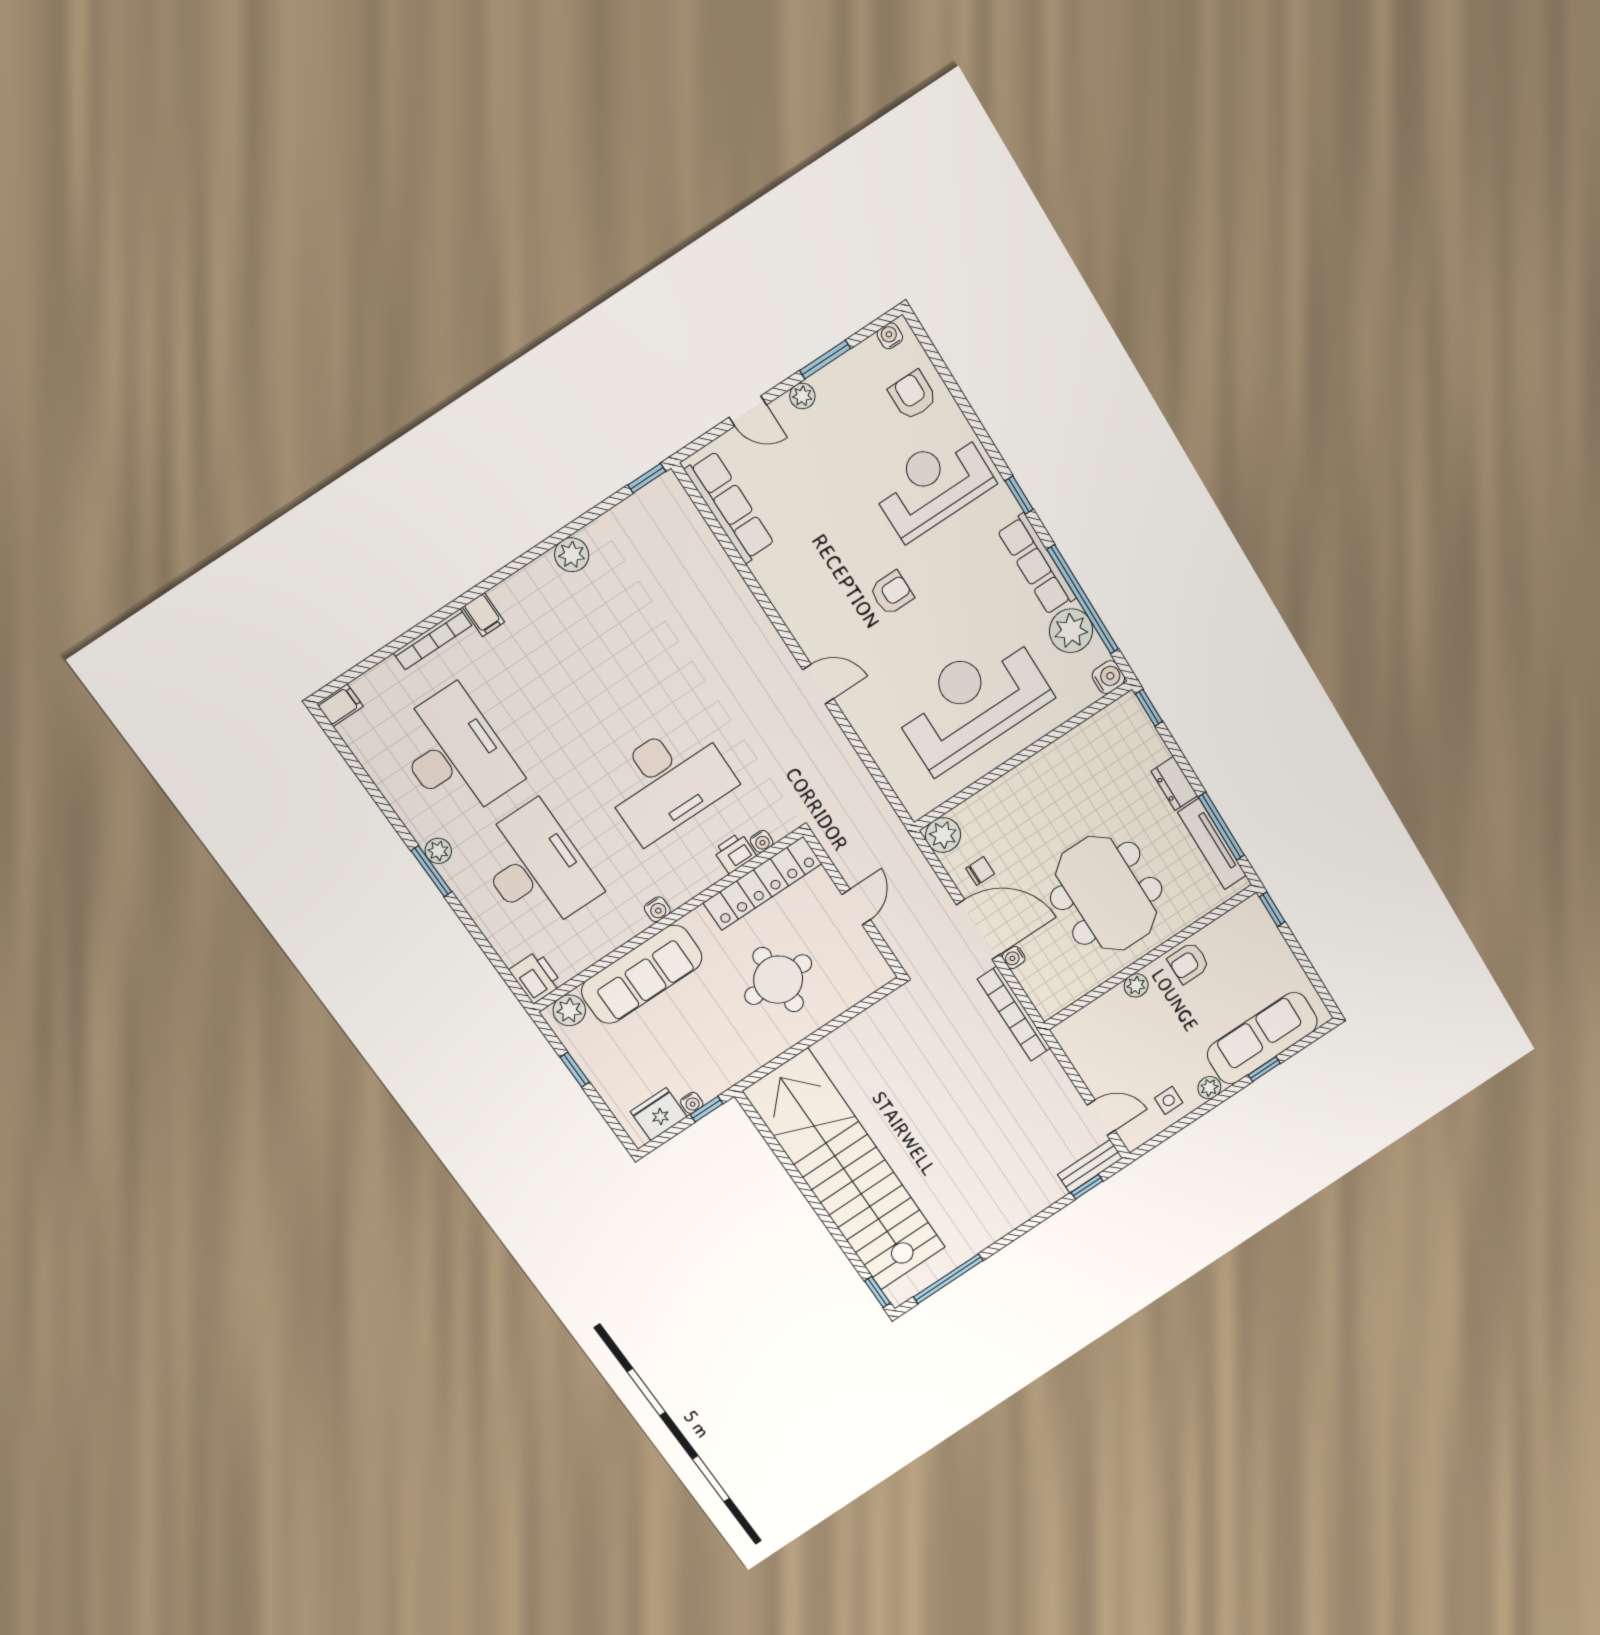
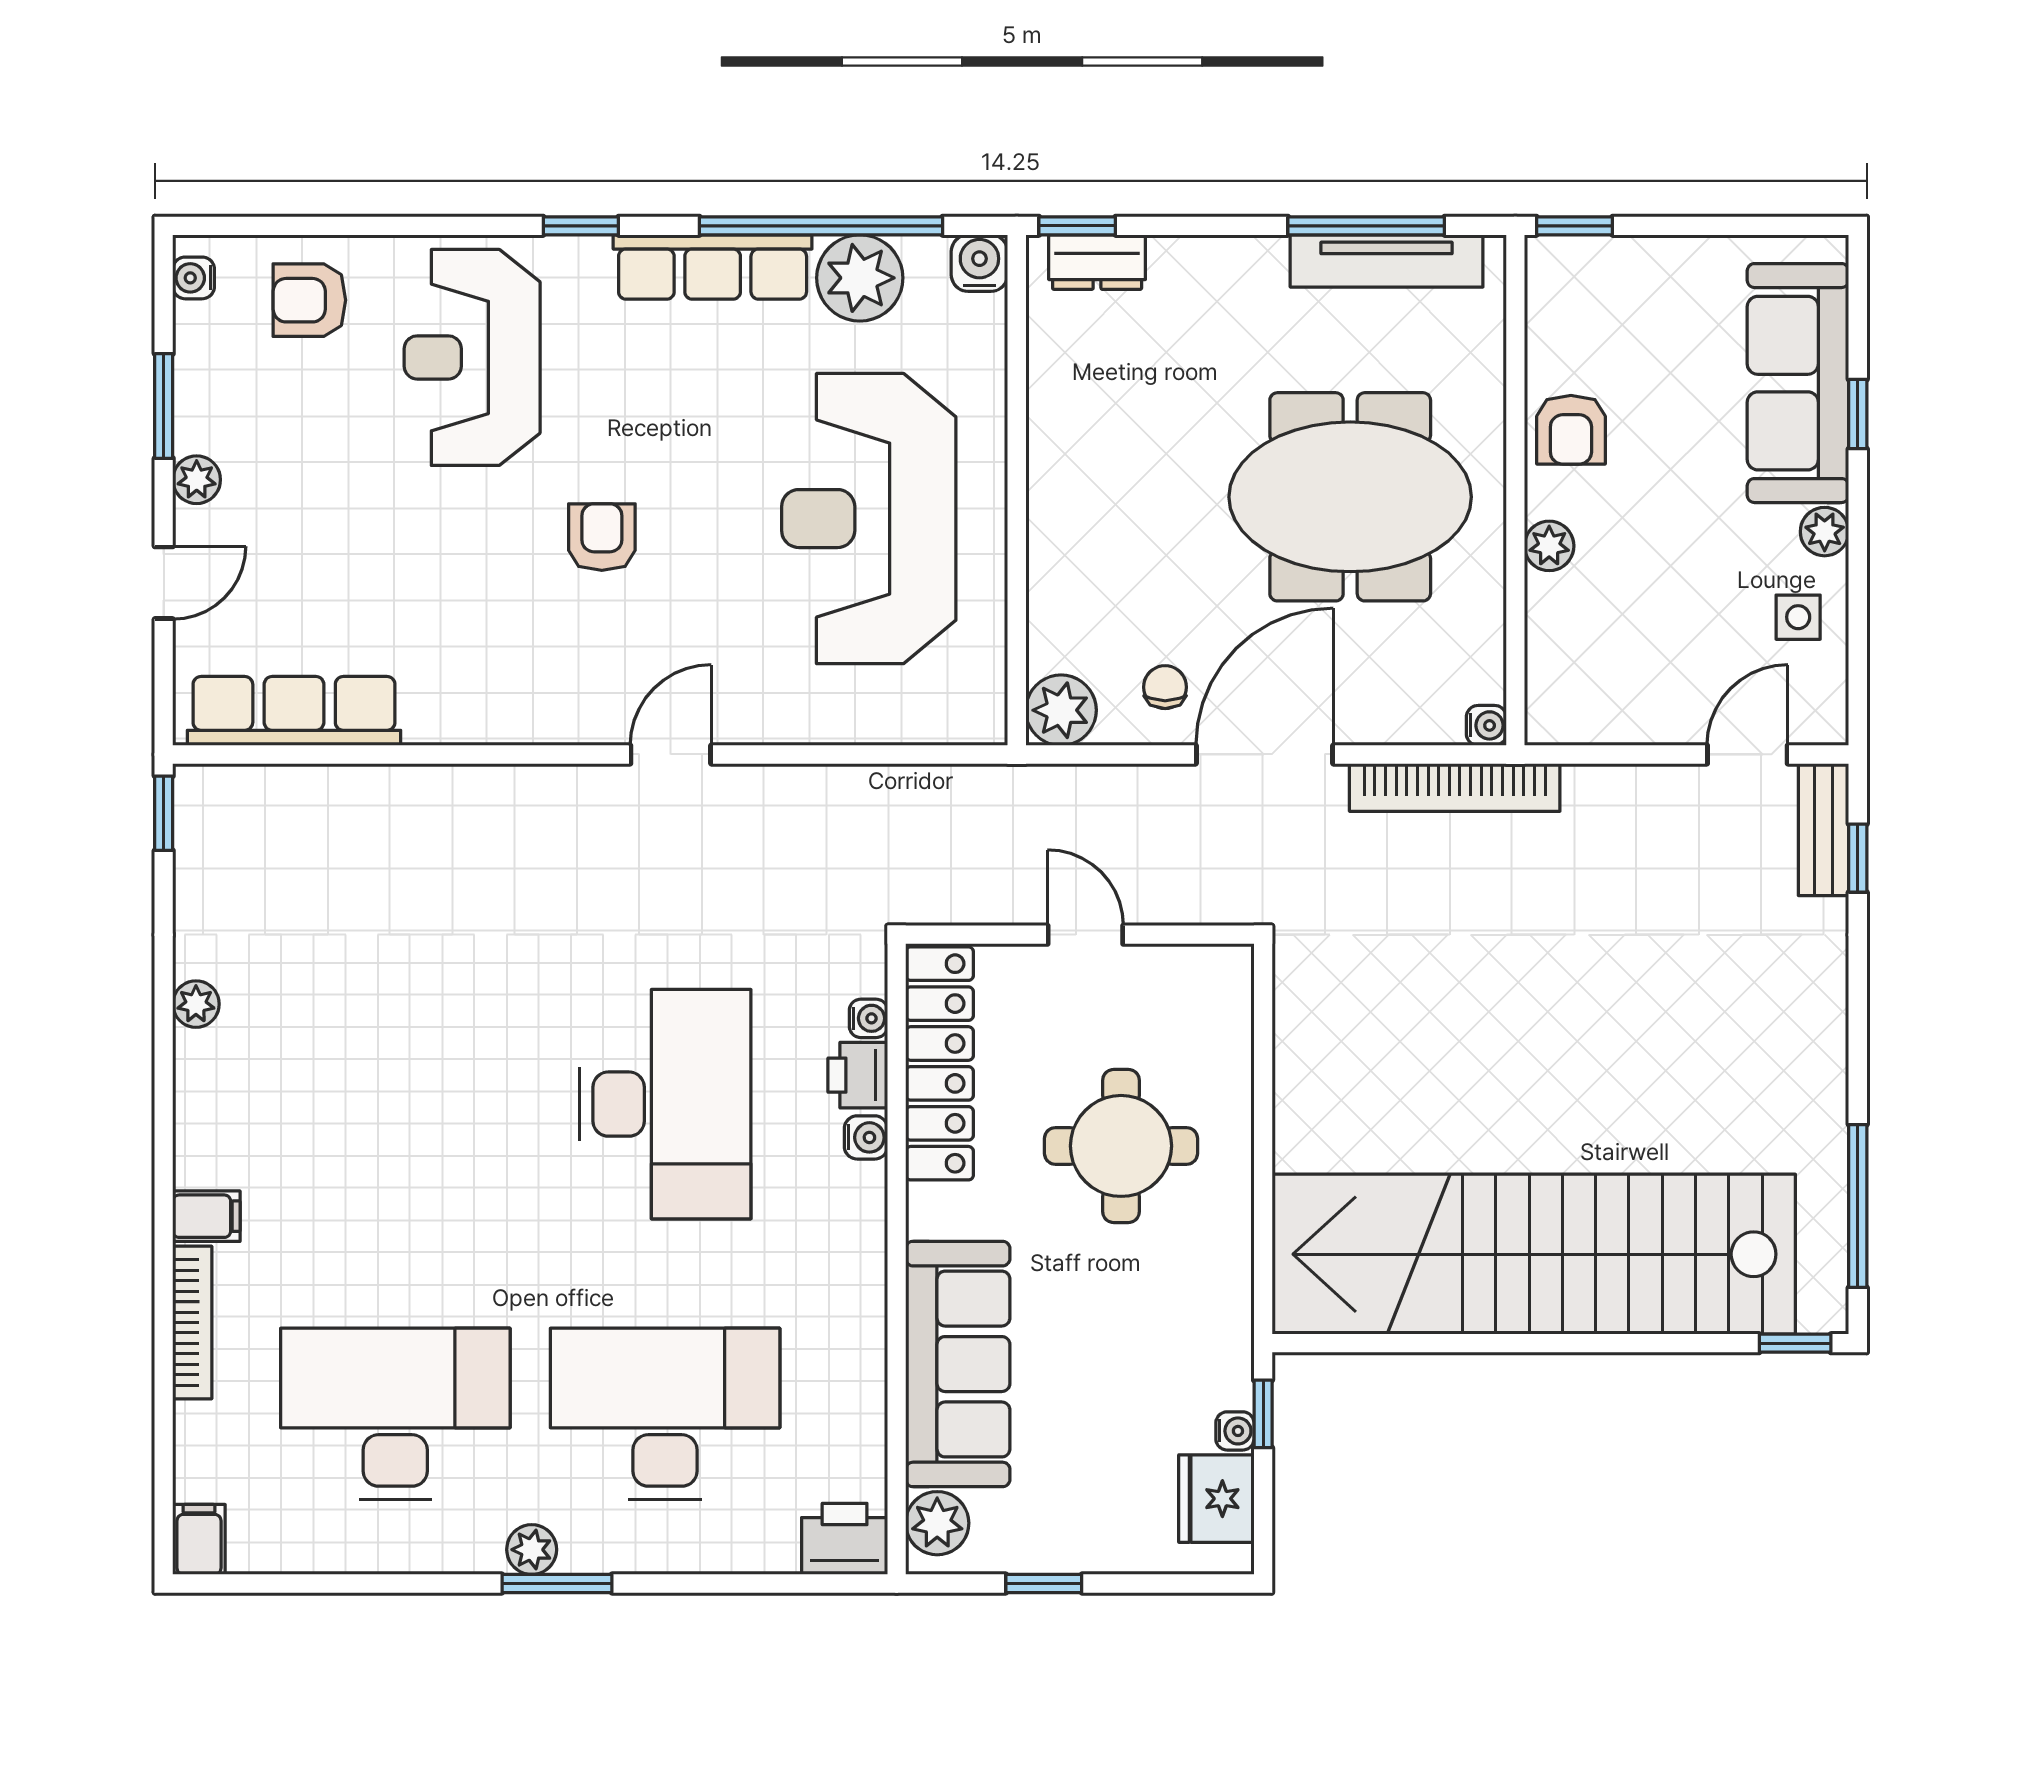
plant: (572, 555) -> (196, 1004), width x0.73, depth x0.73
dresser: (1174, 784) -> (1097, 262), moved
water cooler: (657, 909) -> (866, 1137), moved
water cooler: (1014, 957) -> (1486, 725), moved, turned -90

